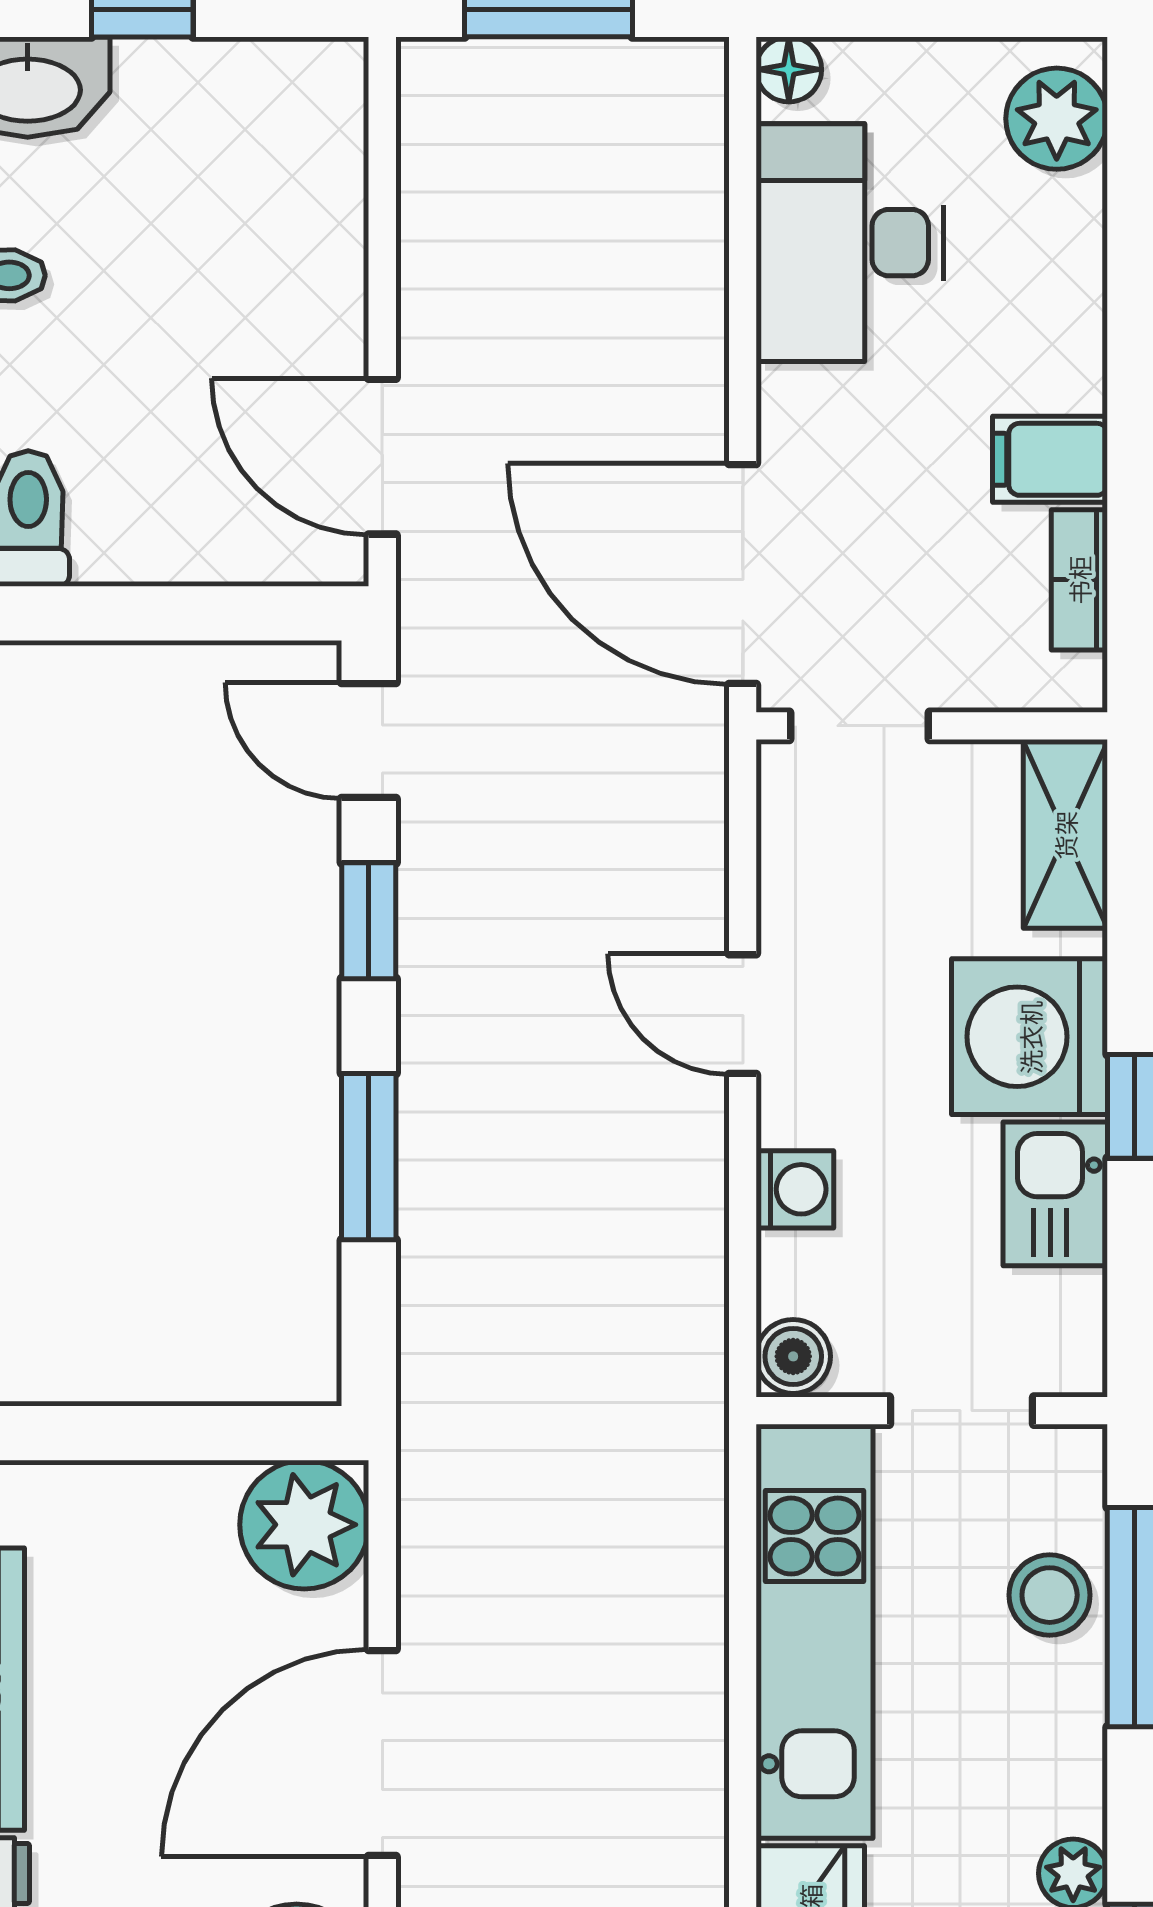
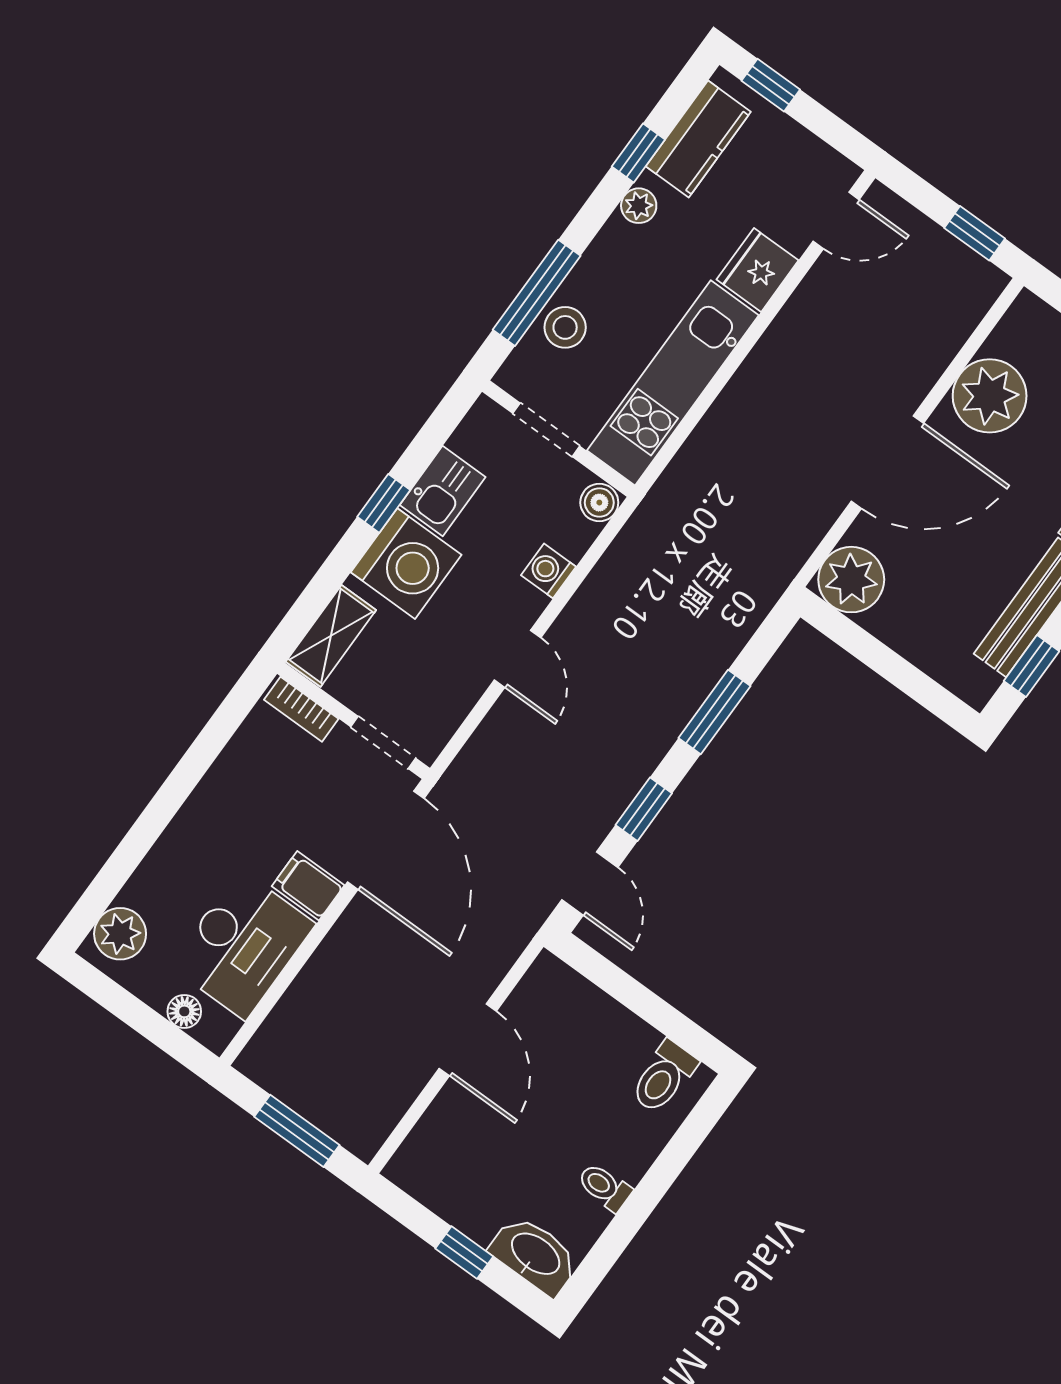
floor lamp: (789, 69) -> (184, 1011), moved
door: (382, 457) -> (468, 1040), moved
filing cabinet: (1050, 459) -> (308, 886), moved, turned 180
bookcase: (1079, 580) -> (301, 709), moved, turned 90

